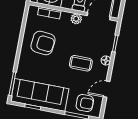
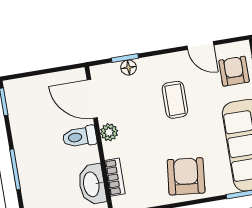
armchair: (43, 43) -> (186, 176), moved
floor lamp: (106, 60) -> (129, 67), moved

